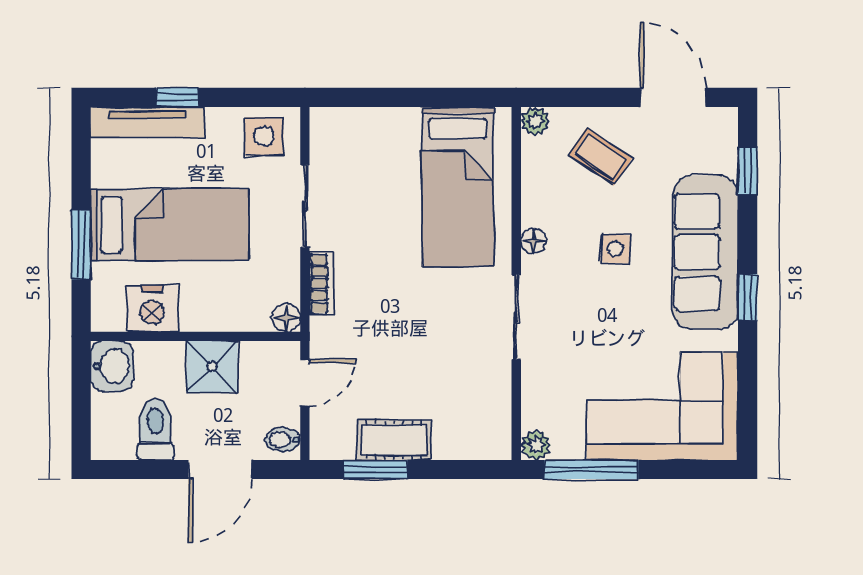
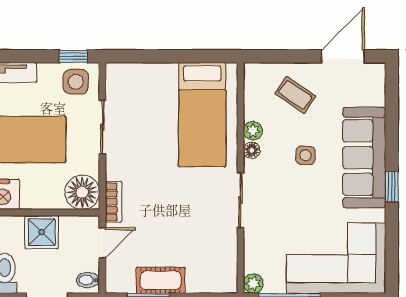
window: (177, 97) -> (73, 56), moved
door: (673, 97) -> (343, 56), hinge flipped
plant: (535, 121) -> (253, 131), moved
window: (748, 171) -> (392, 104), removed
bookcase: (322, 284) -> (113, 202), moved
floor lamp: (286, 318) -> (82, 192), width x1.89, depth x1.89

